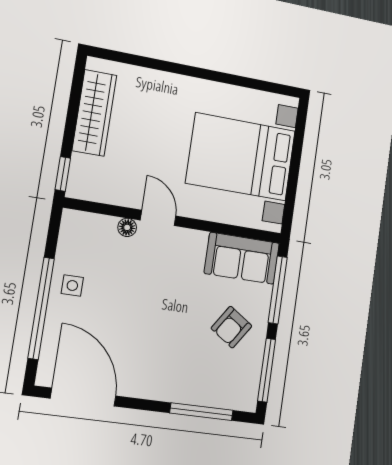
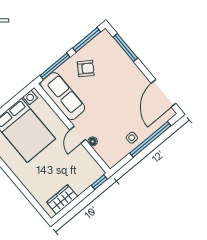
wardrobe: (94, 113) -> (62, 199), width x0.67
sofa: (242, 258) -> (63, 96), width x1.36

